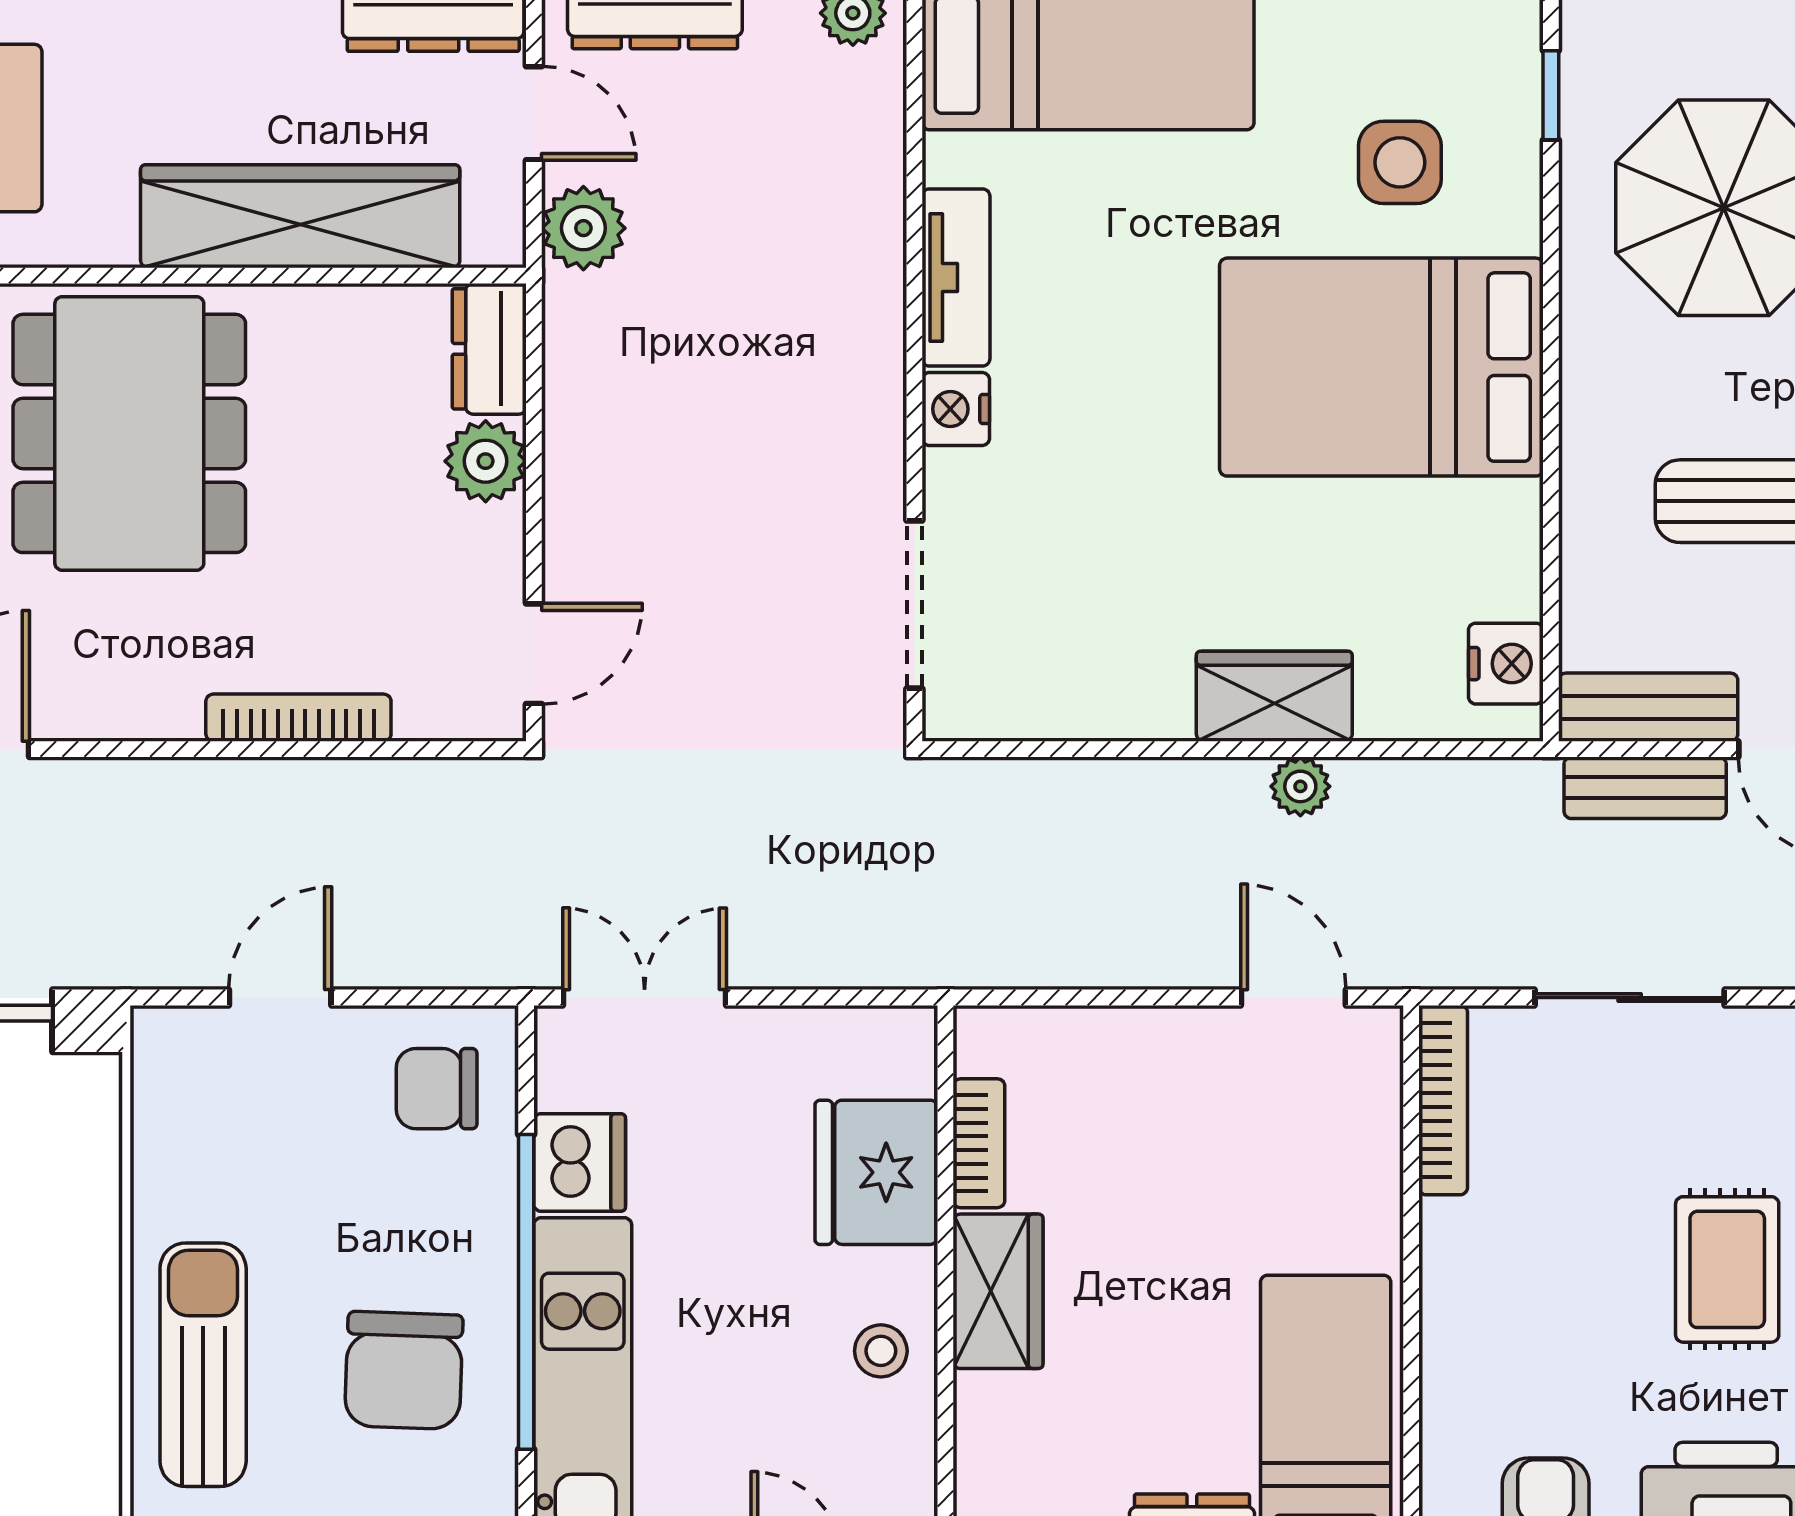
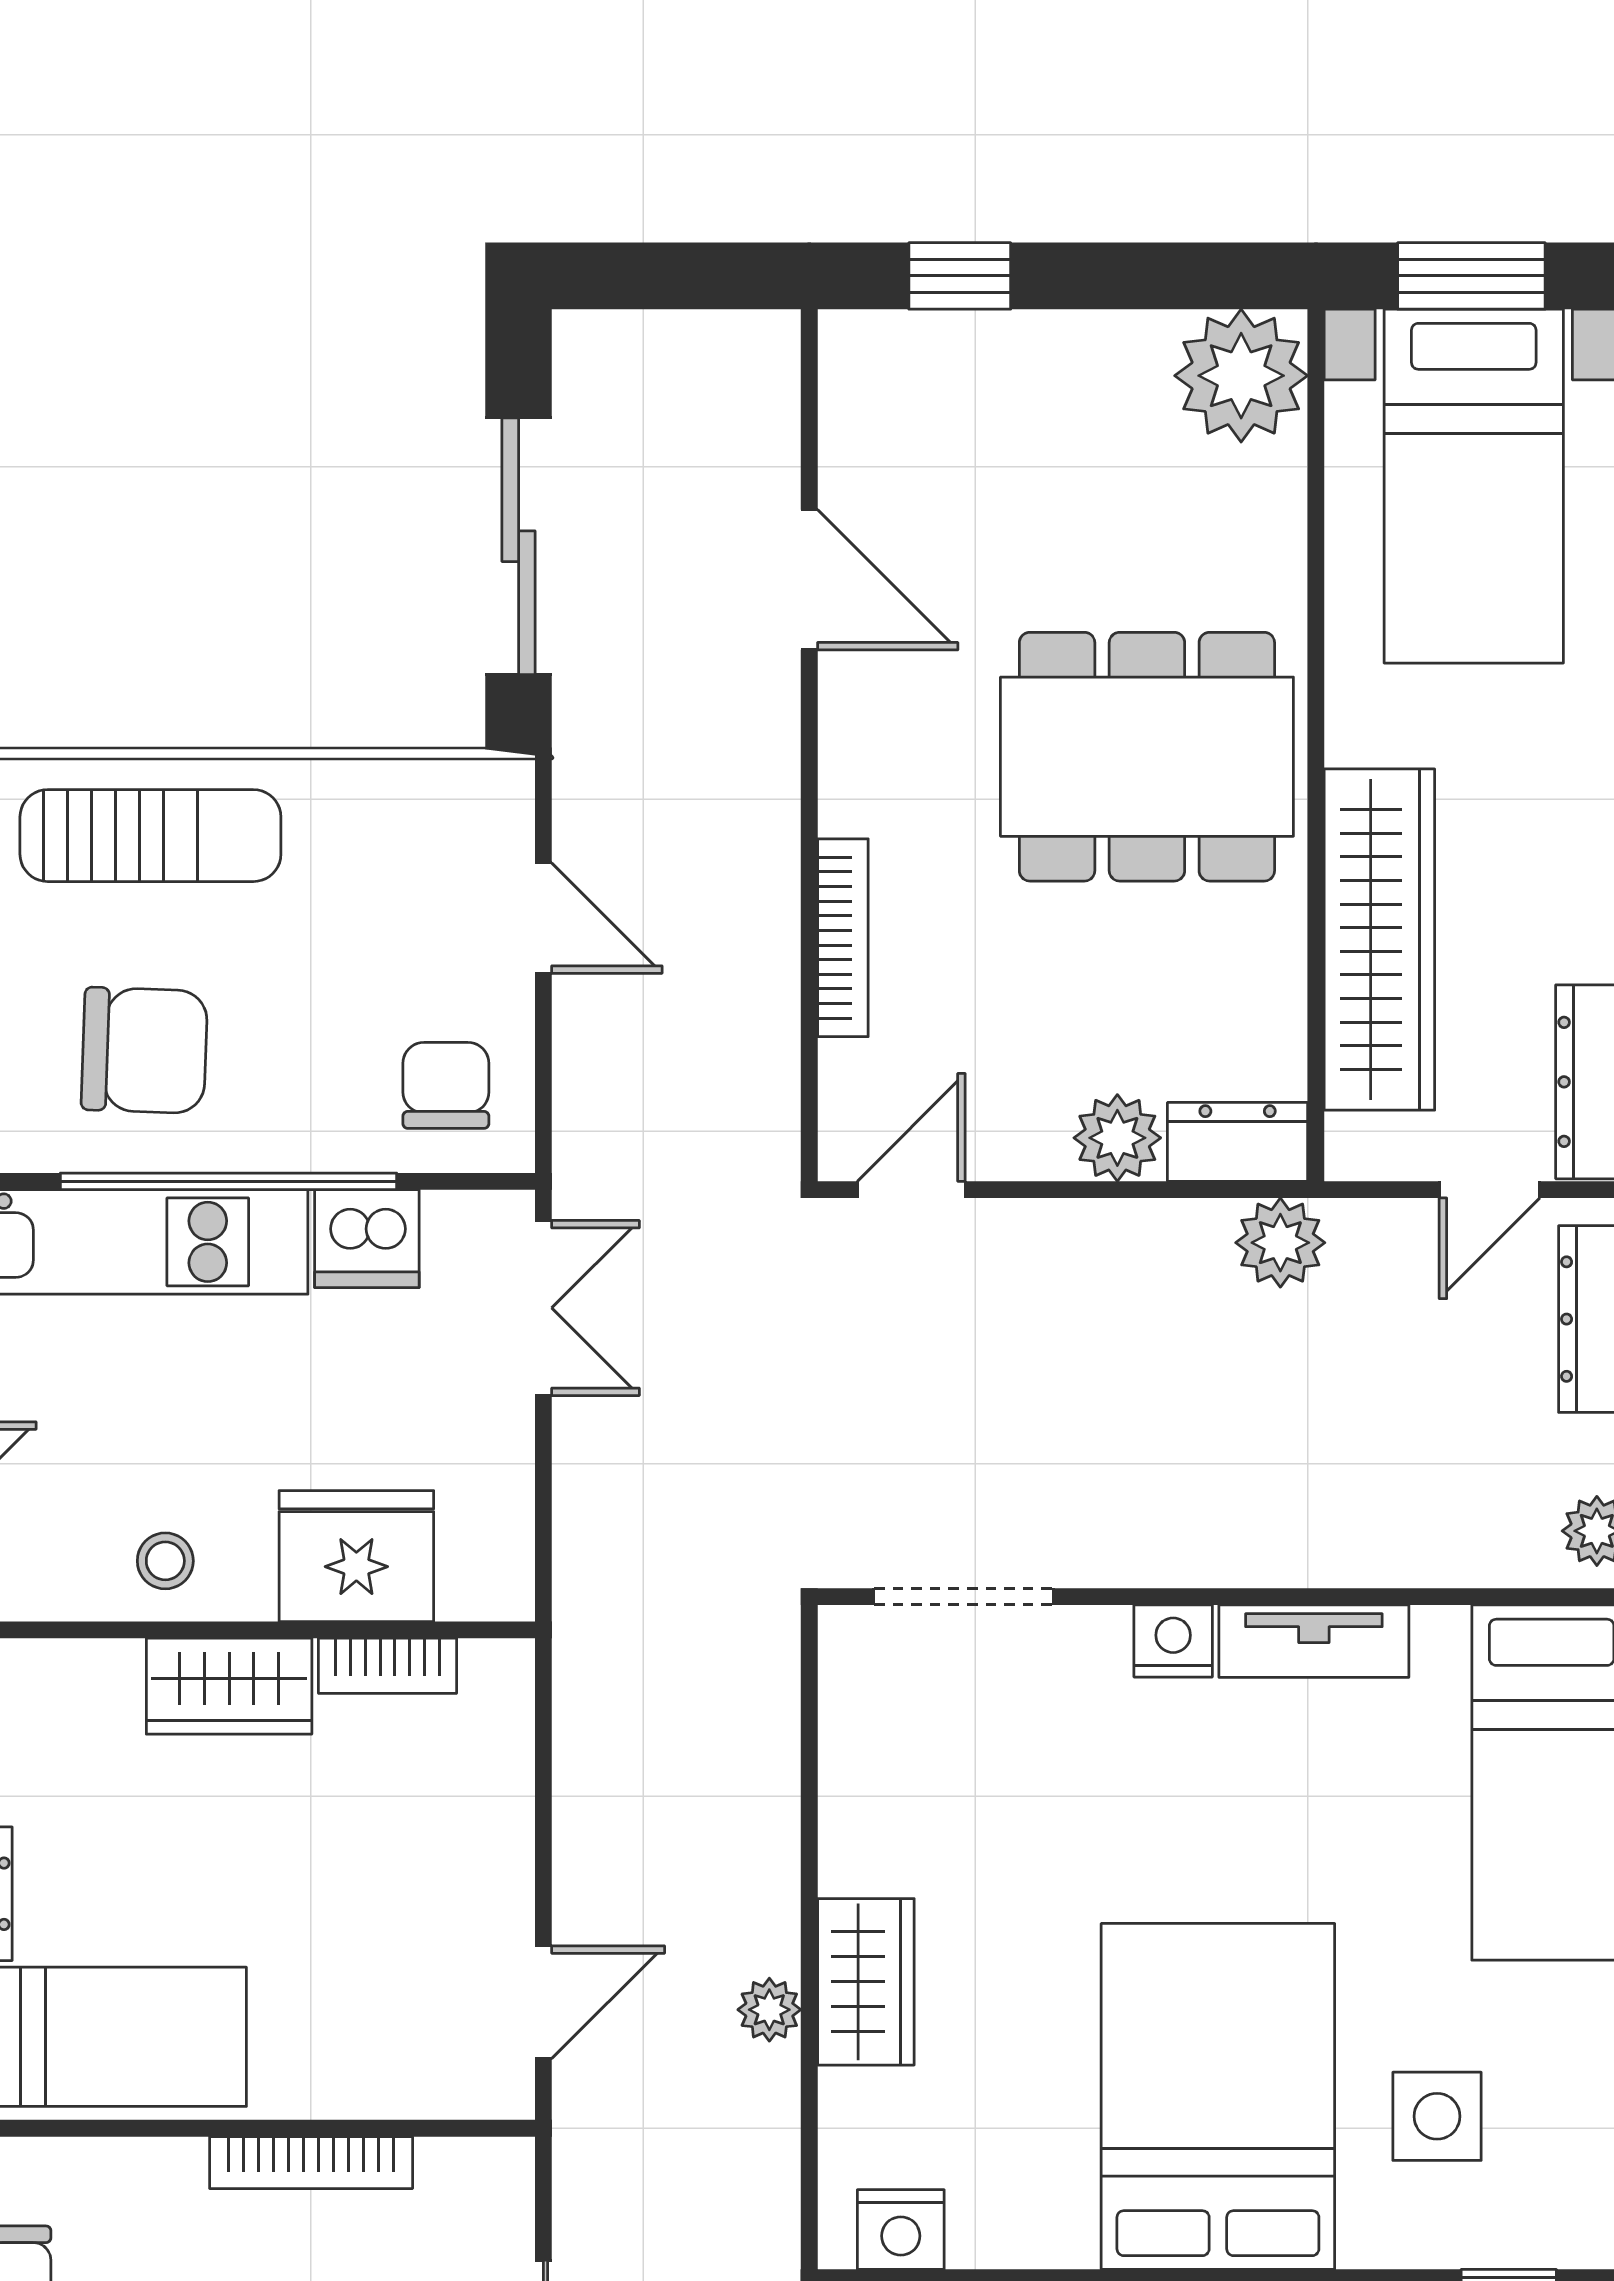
plant: (583, 228) -> (1280, 1243), moved
door: (534, 654) -> (911, 1190), swing flipped
bookcase: (1443, 1100) -> (311, 2163), moved
chair: (404, 1370) -> (144, 1050), turned 180

